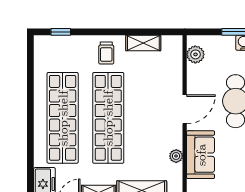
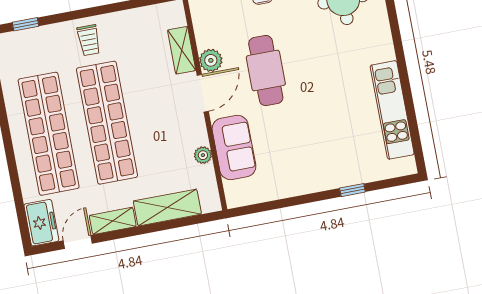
shelving: (143, 43) -> (182, 50), moved, turned 90
plant: (195, 54) -> (211, 60), moved

